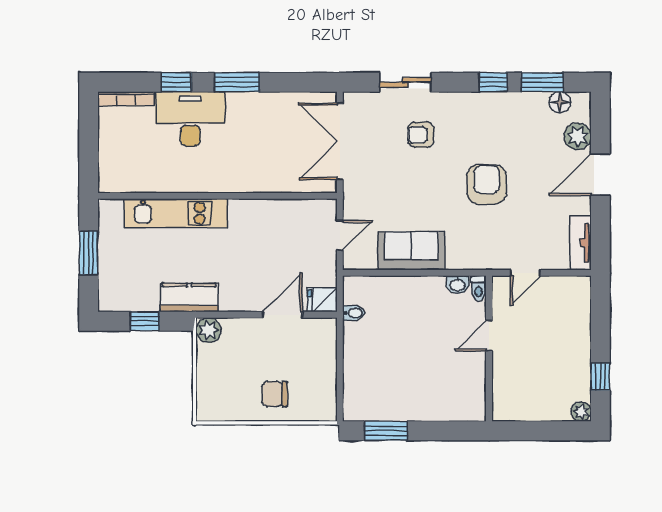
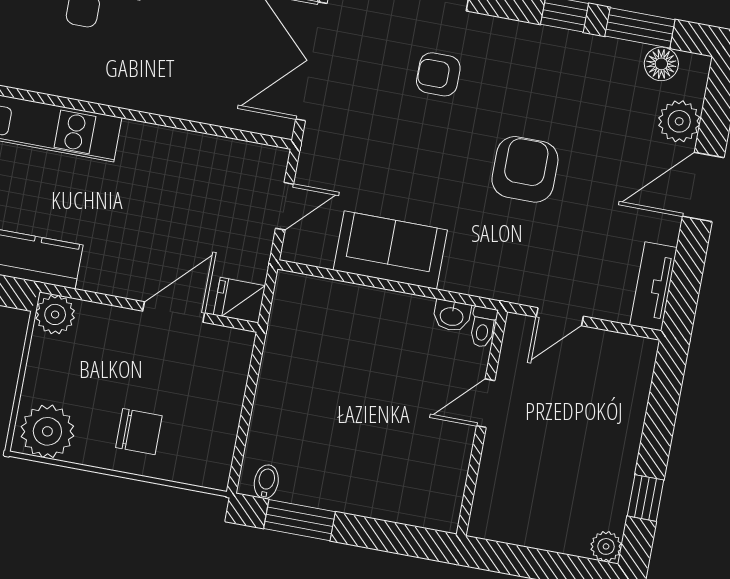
bidet: (354, 313) -> (266, 482), moved, turned -90
chair: (275, 394) -> (139, 432), turned 180
plant: (217, 404) -> (47, 431), added

